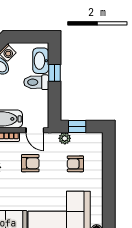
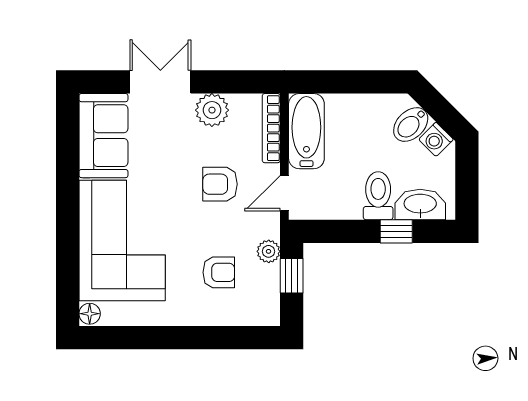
armchair: (30, 163) -> (220, 184), turned 90
armchair: (75, 164) -> (219, 272), turned 90

